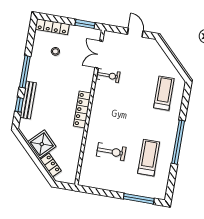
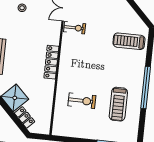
treadmill: (164, 93) -> (129, 41), turned -90
treadmill: (149, 158) -> (118, 104), turned 180

